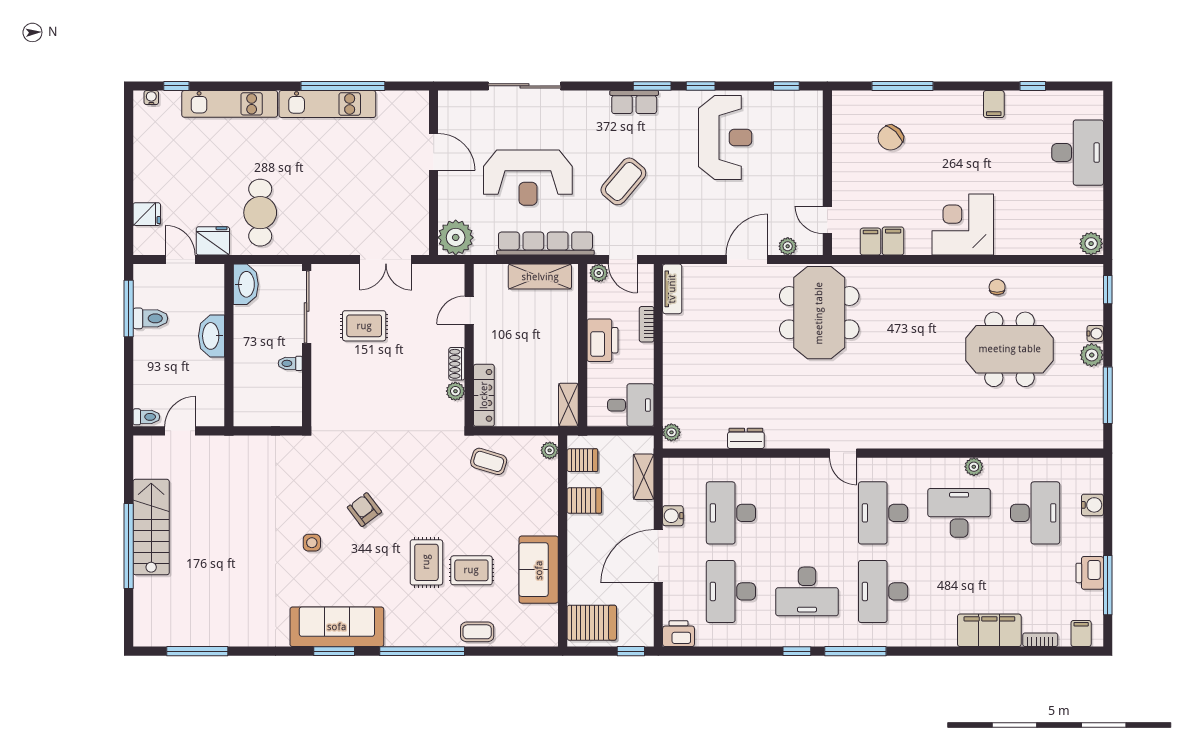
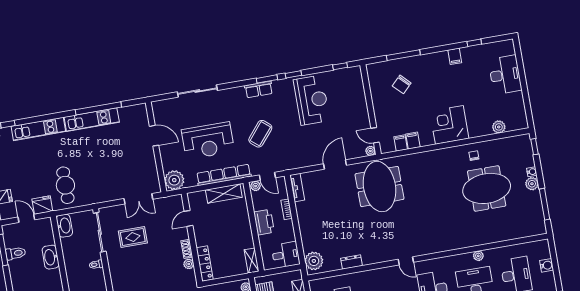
plant: (1091, 244) -> (499, 127), moved
plant: (788, 246) -> (370, 151), moved
plant: (671, 432) -> (314, 261), width x1.87, depth x1.87

